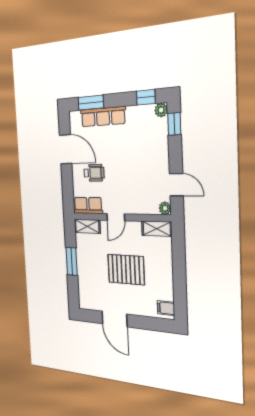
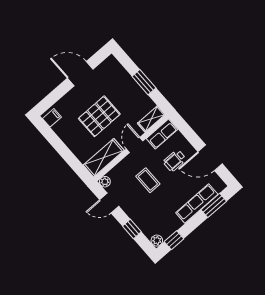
window: (174, 124) -> (132, 229), moved
coffee table: (128, 175) -> (148, 180), added
shelving: (157, 229) -> (104, 158), width x1.50, depth x1.33

